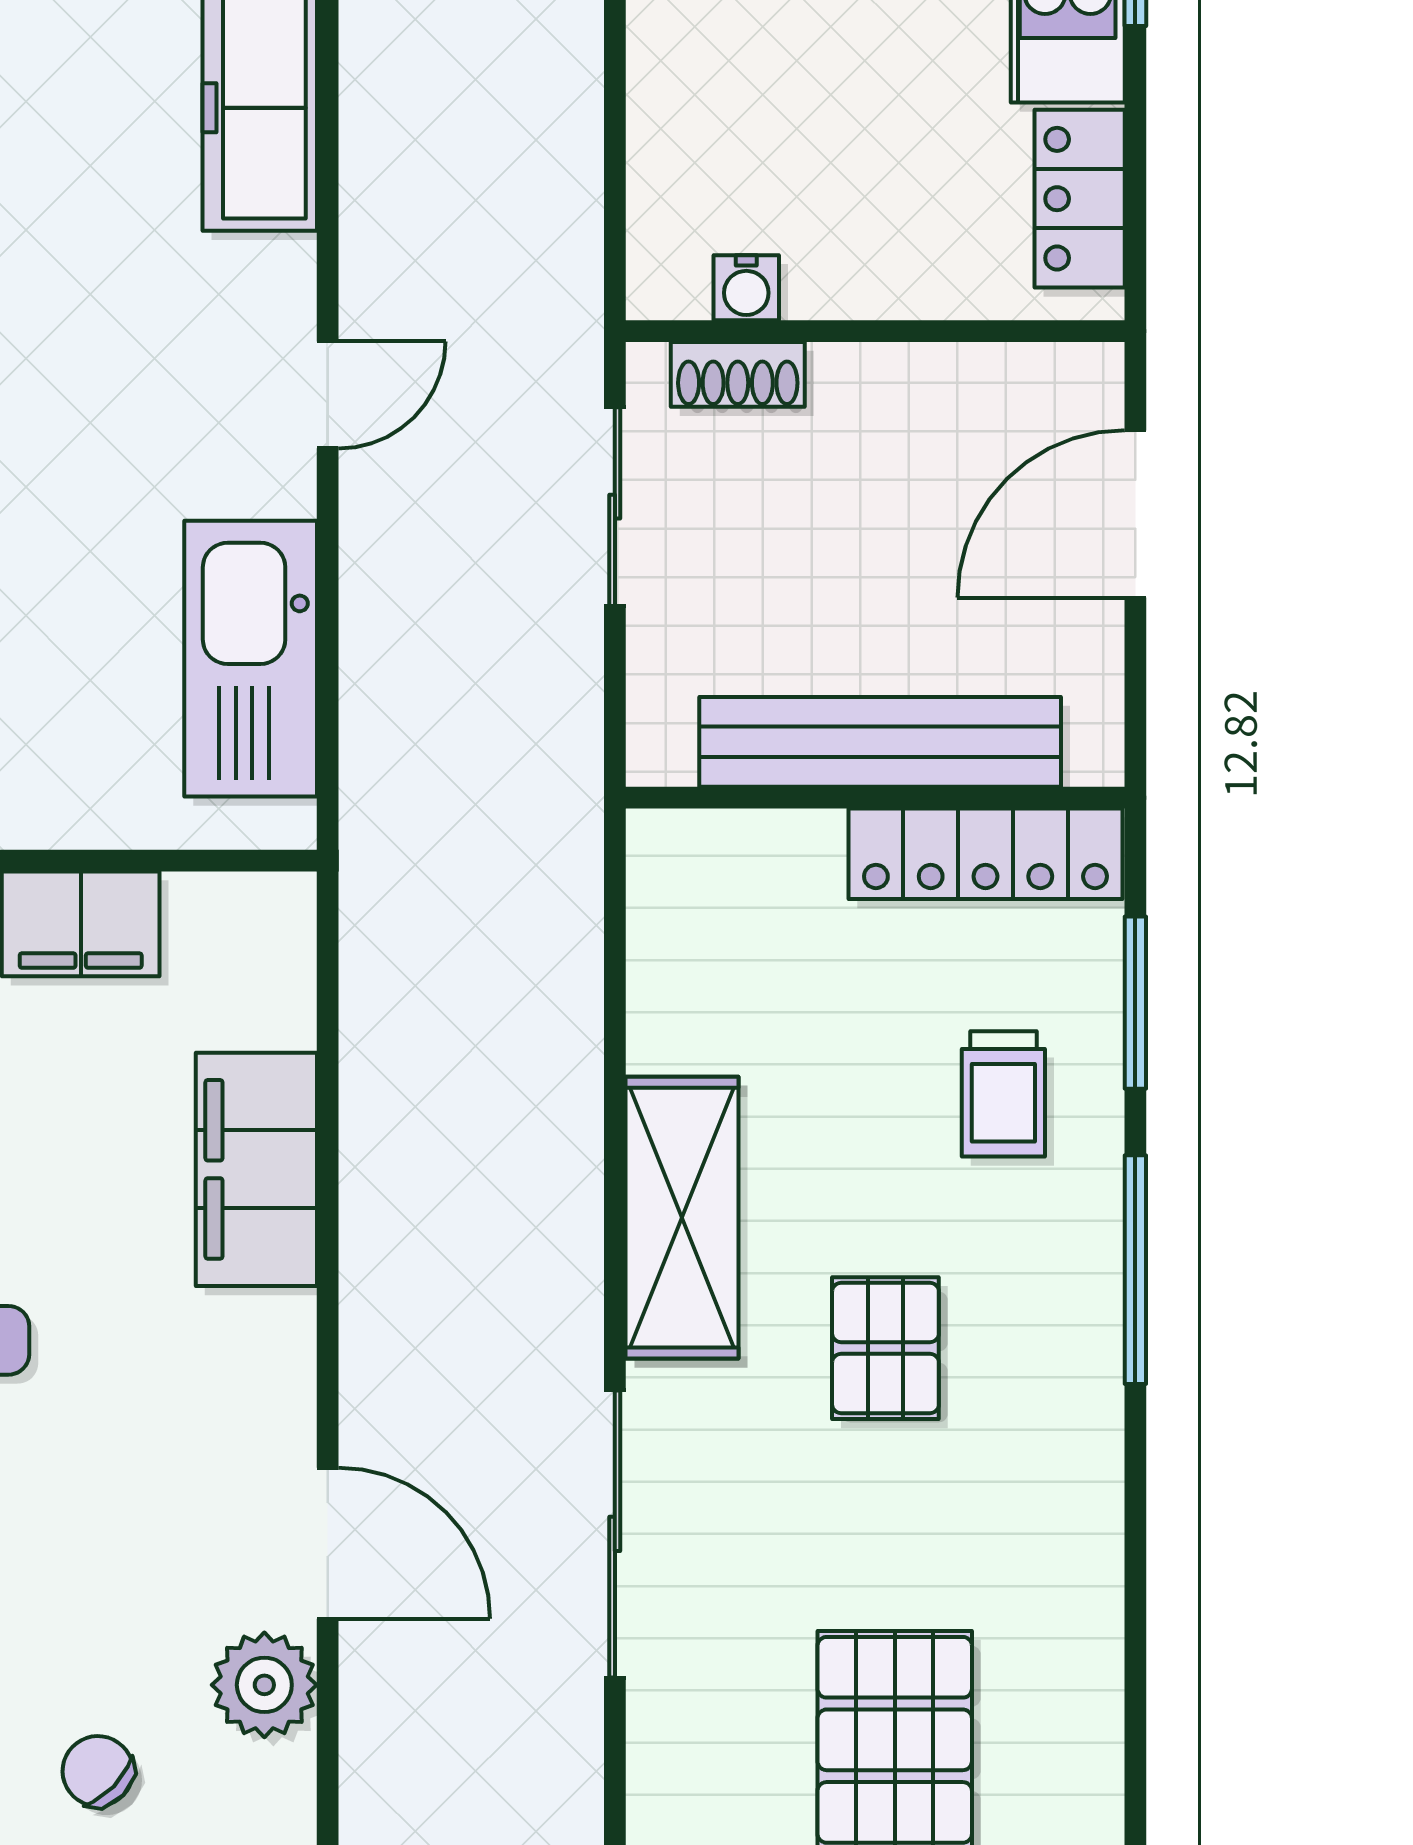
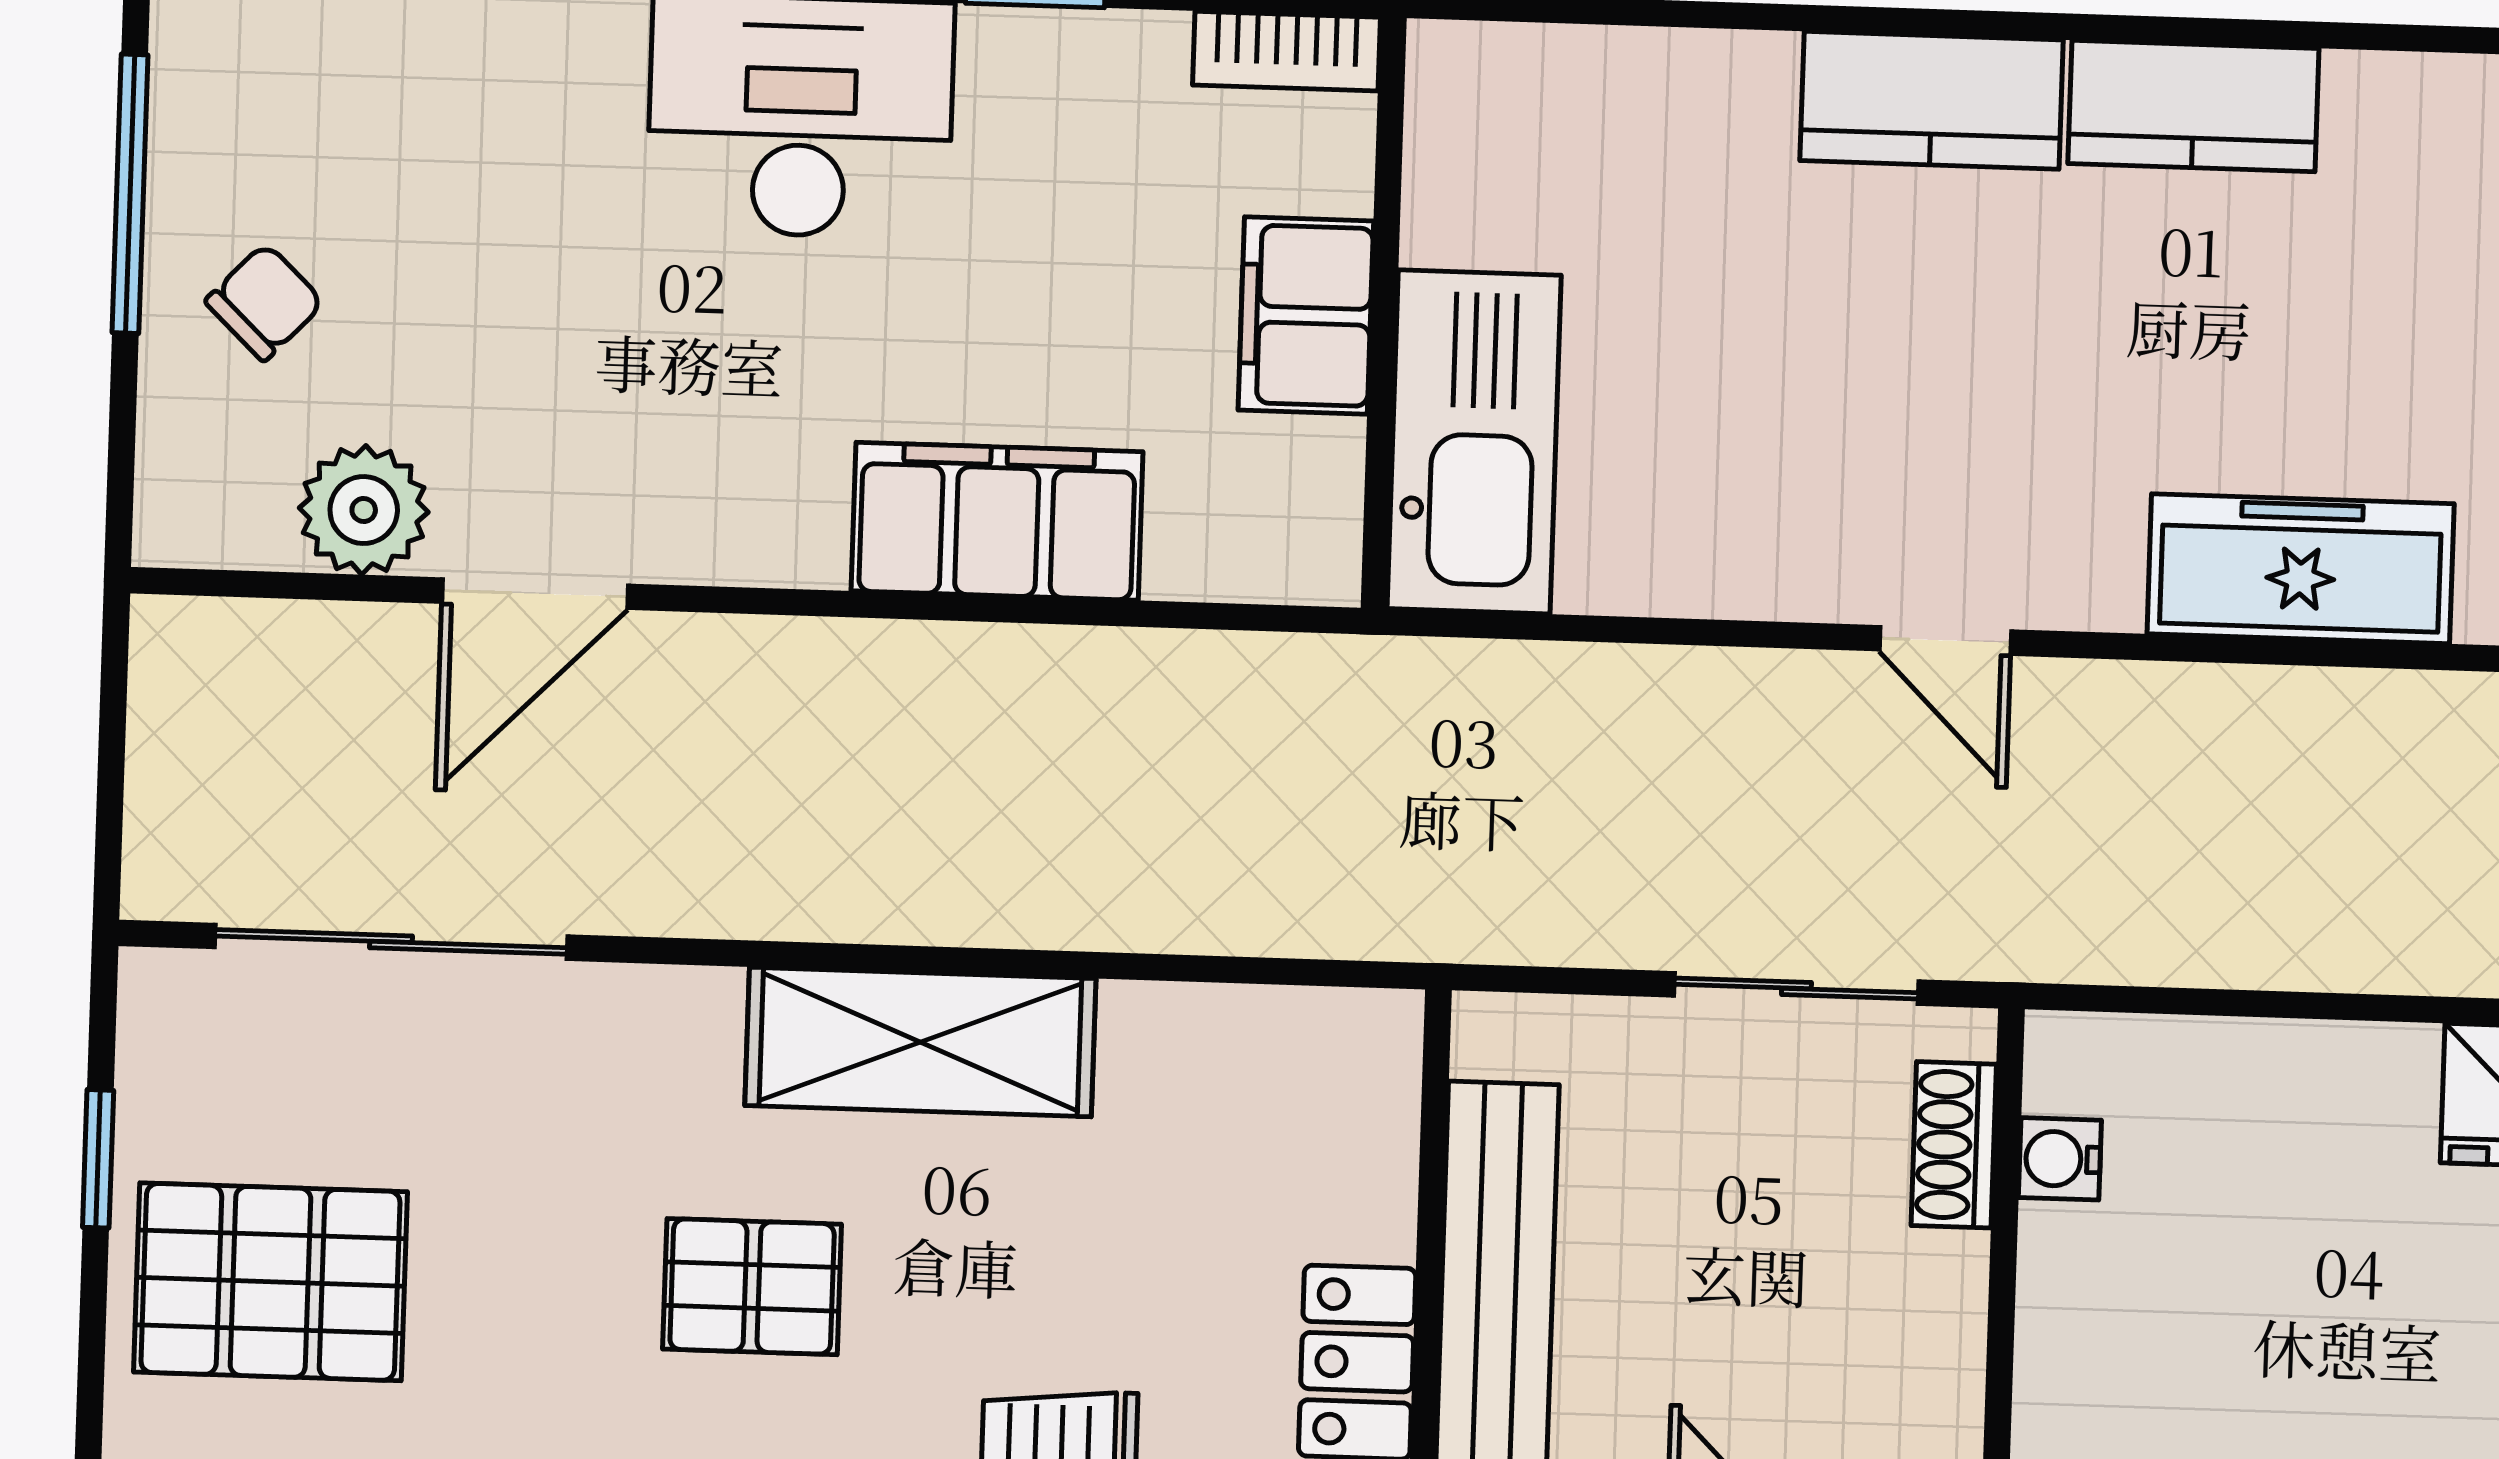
kitchen sink: (251, 659) -> (1474, 442), moved, turned 90
sliding door: (615, 1534) -> (391, 942), moved

